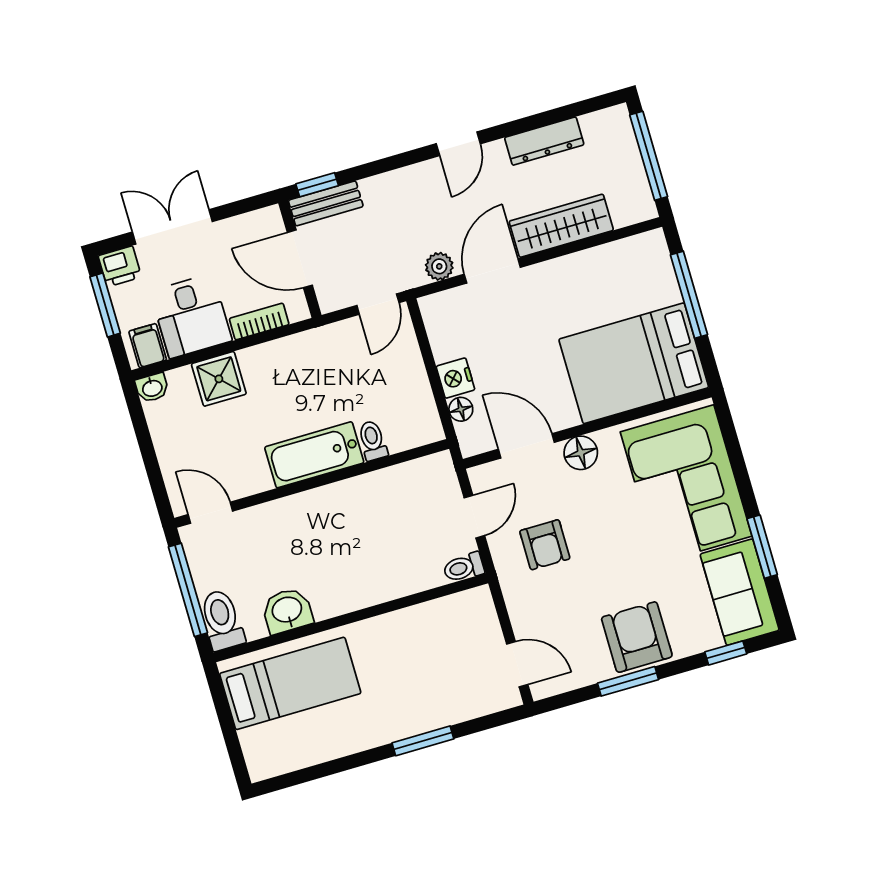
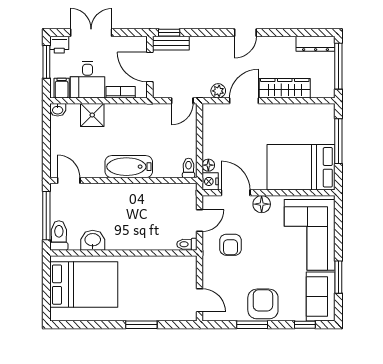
dresser: (544, 141) -> (316, 44), moved
nightstand: (455, 378) -> (210, 181), moved
toilet: (373, 441) -> (189, 168), moved
bed: (290, 683) -> (84, 285), width x1.50

